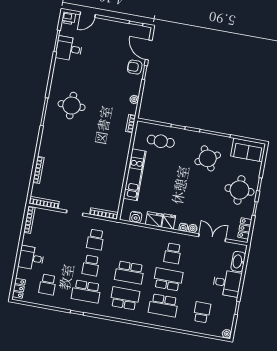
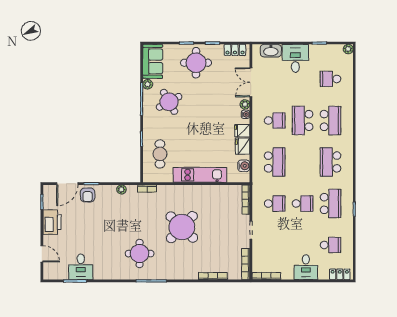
printer: (69, 18) -> (52, 222), moved, width x1.87, depth x1.48
plant: (228, 141) -> (148, 84), added
round table: (89, 149) -> (182, 227), added
school desk: (129, 272) -> (275, 162), moved

